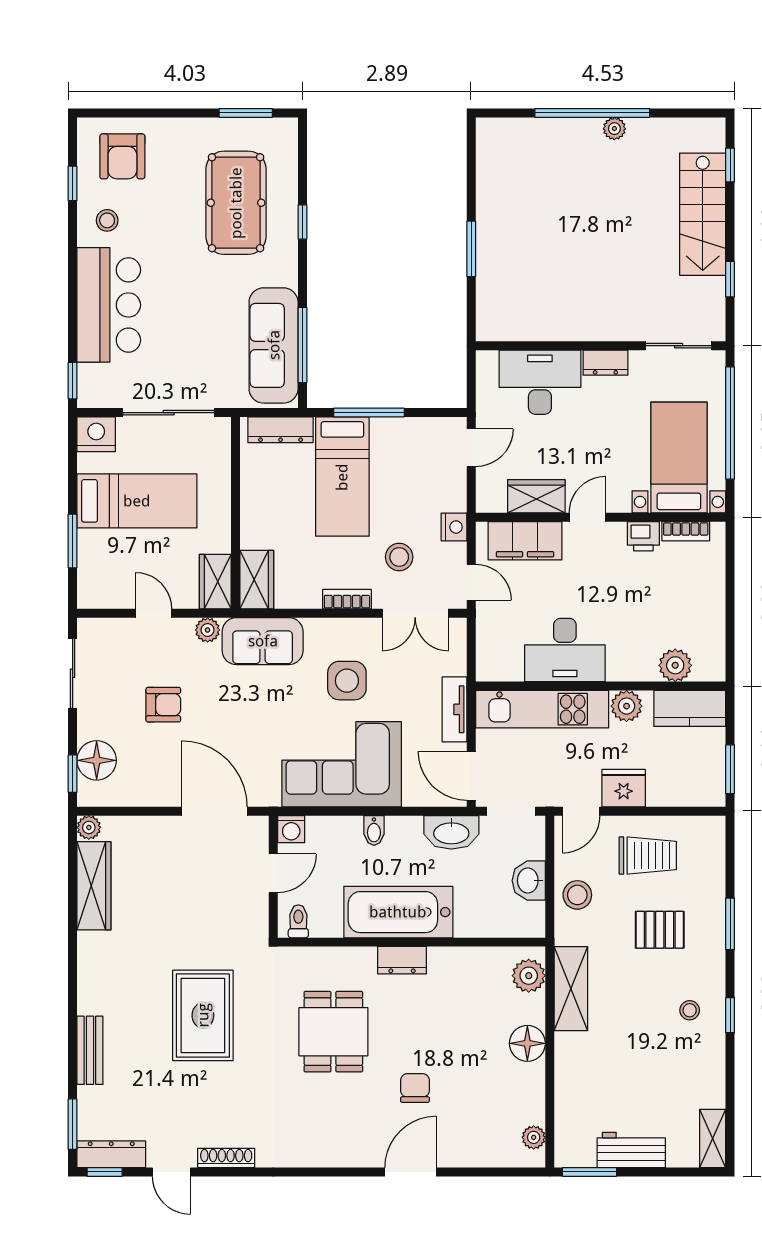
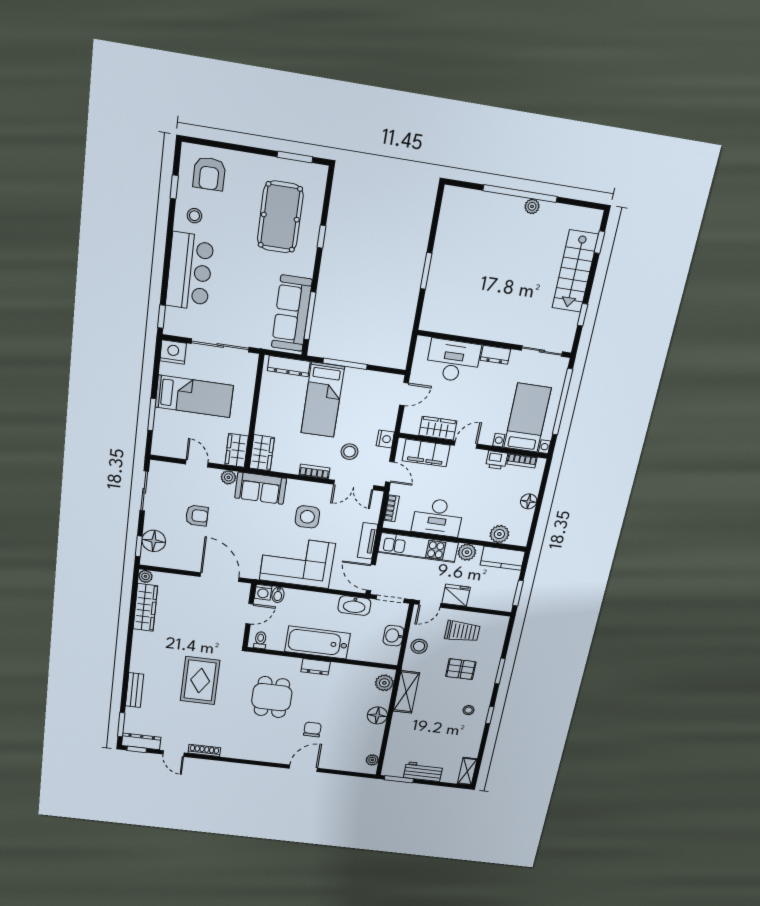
floor lamp: (712, 600) -> (529, 501), added
bookcase: (485, 645) -> (392, 508), added
bidet: (374, 830) -> (278, 595), moved

